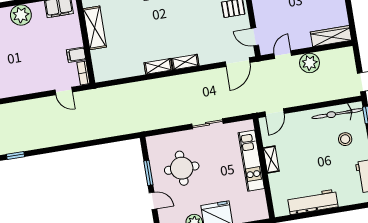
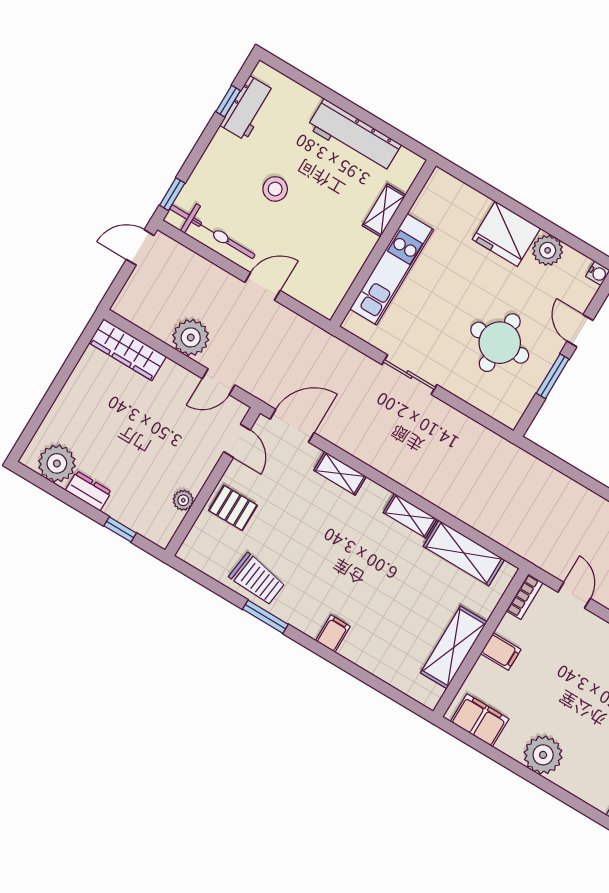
filing cabinet: (76, 55) -> (501, 652), moved
shelving: (185, 62) -> (340, 473), moved
shelving: (123, 70) -> (464, 553), added
door: (274, 113) -> (263, 286), moved
stool: (345, 139) -> (275, 189), moved
shelving: (271, 160) -> (384, 210), moved

